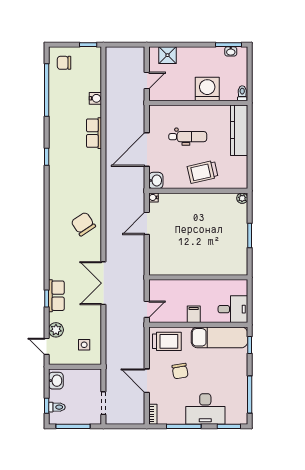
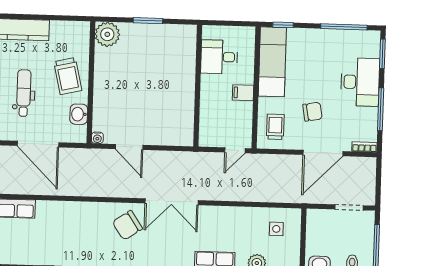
washbasin: (156, 180) -> (79, 114), moved, turned -90
plant: (242, 198) -> (107, 34), width x1.87, depth x1.87
double door: (103, 283) -> (172, 202), moved
door: (147, 309) -> (235, 150), swing flipped
desk: (233, 309) -> (219, 57), moved, turned -90
trolley: (167, 341) -> (275, 127), width x0.73, depth x0.72
door: (147, 381) -> (323, 153), width x1.36

